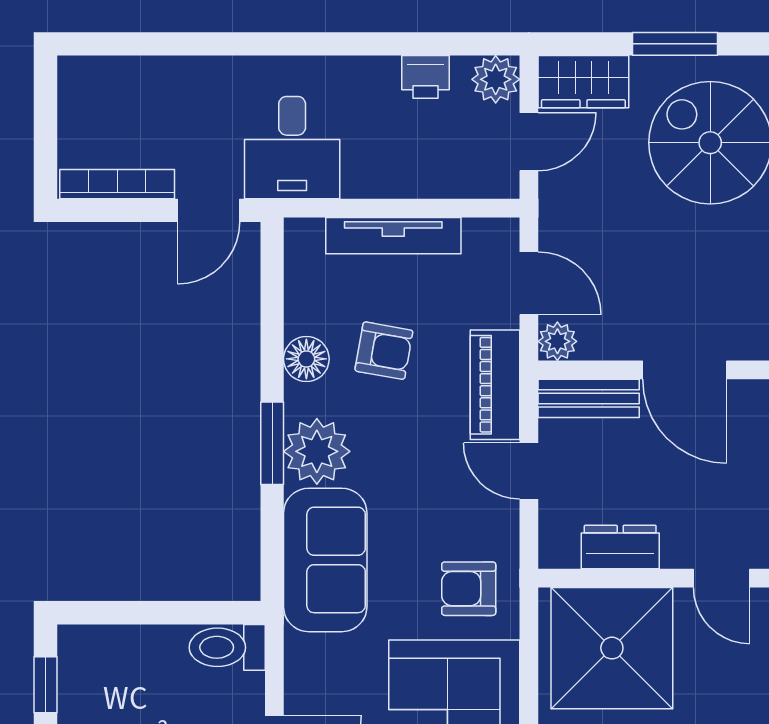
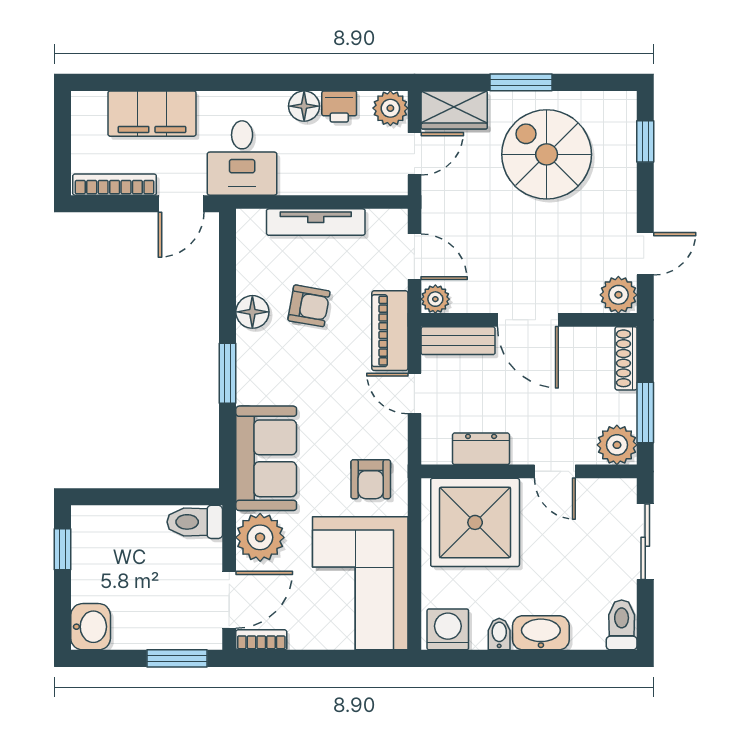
floor lamp: (377, 76) -> (304, 106), added
filing cabinet: (168, 87) -> (152, 114), added
plant: (317, 451) -> (260, 537), moved
armchair: (469, 589) -> (371, 479), turned -90

